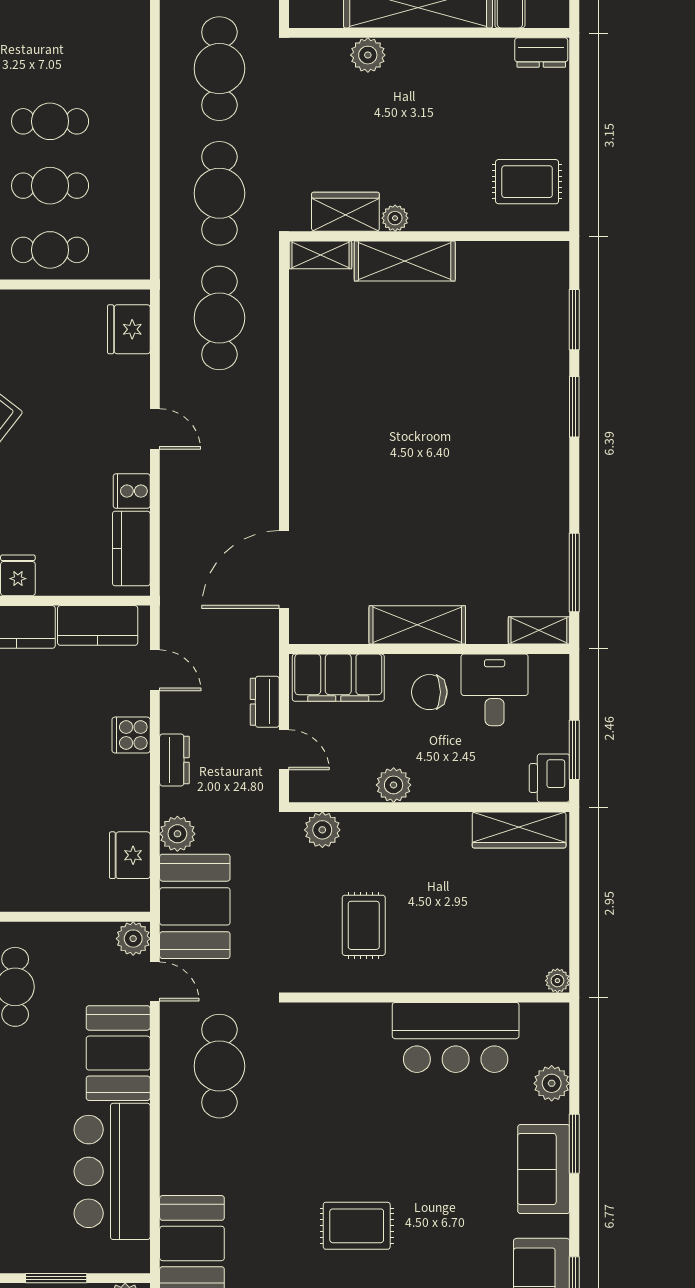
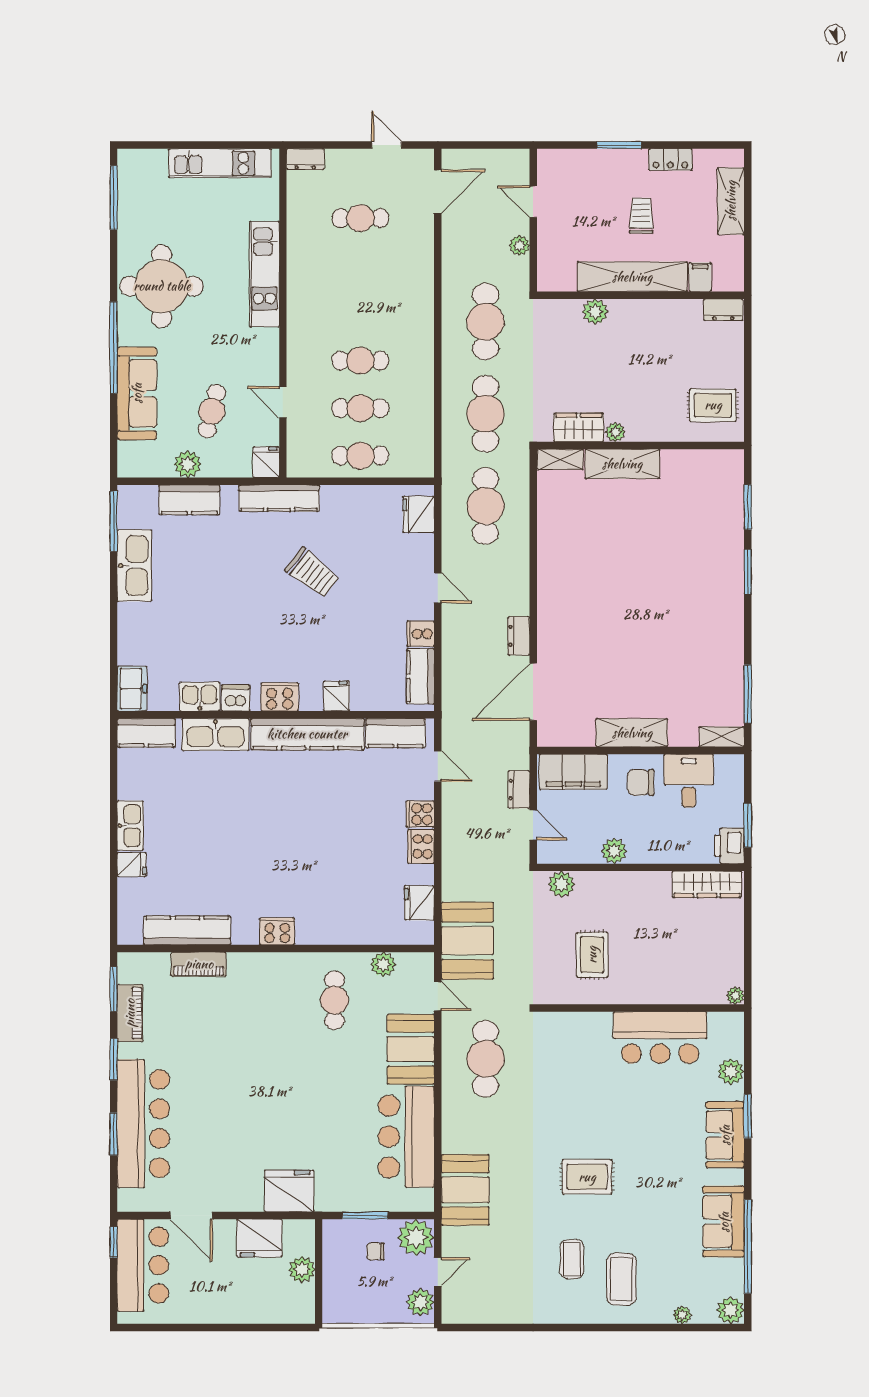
dresser: (174, 760) -> (519, 636), moved, turned 180
cooker: (132, 779) -> (421, 846), added
plant: (177, 834) -> (454, 887), removed
plant: (133, 939) -> (383, 965), moved

